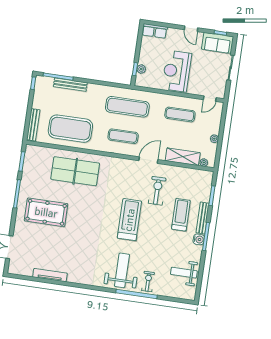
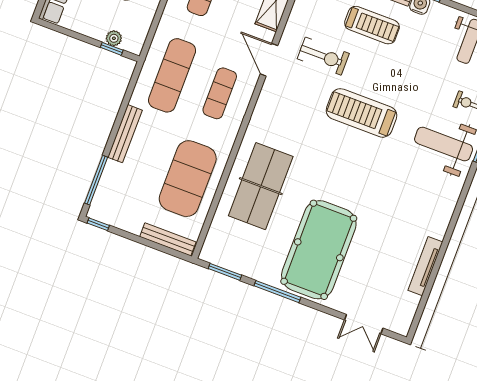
bench: (70, 85) -> (125, 134), moved
exercise bike: (157, 191) -> (323, 56), turned 180
pool table: (46, 212) -> (319, 250), width x1.36, depth x1.32
treadmill: (181, 215) -> (372, 25), turned 180

